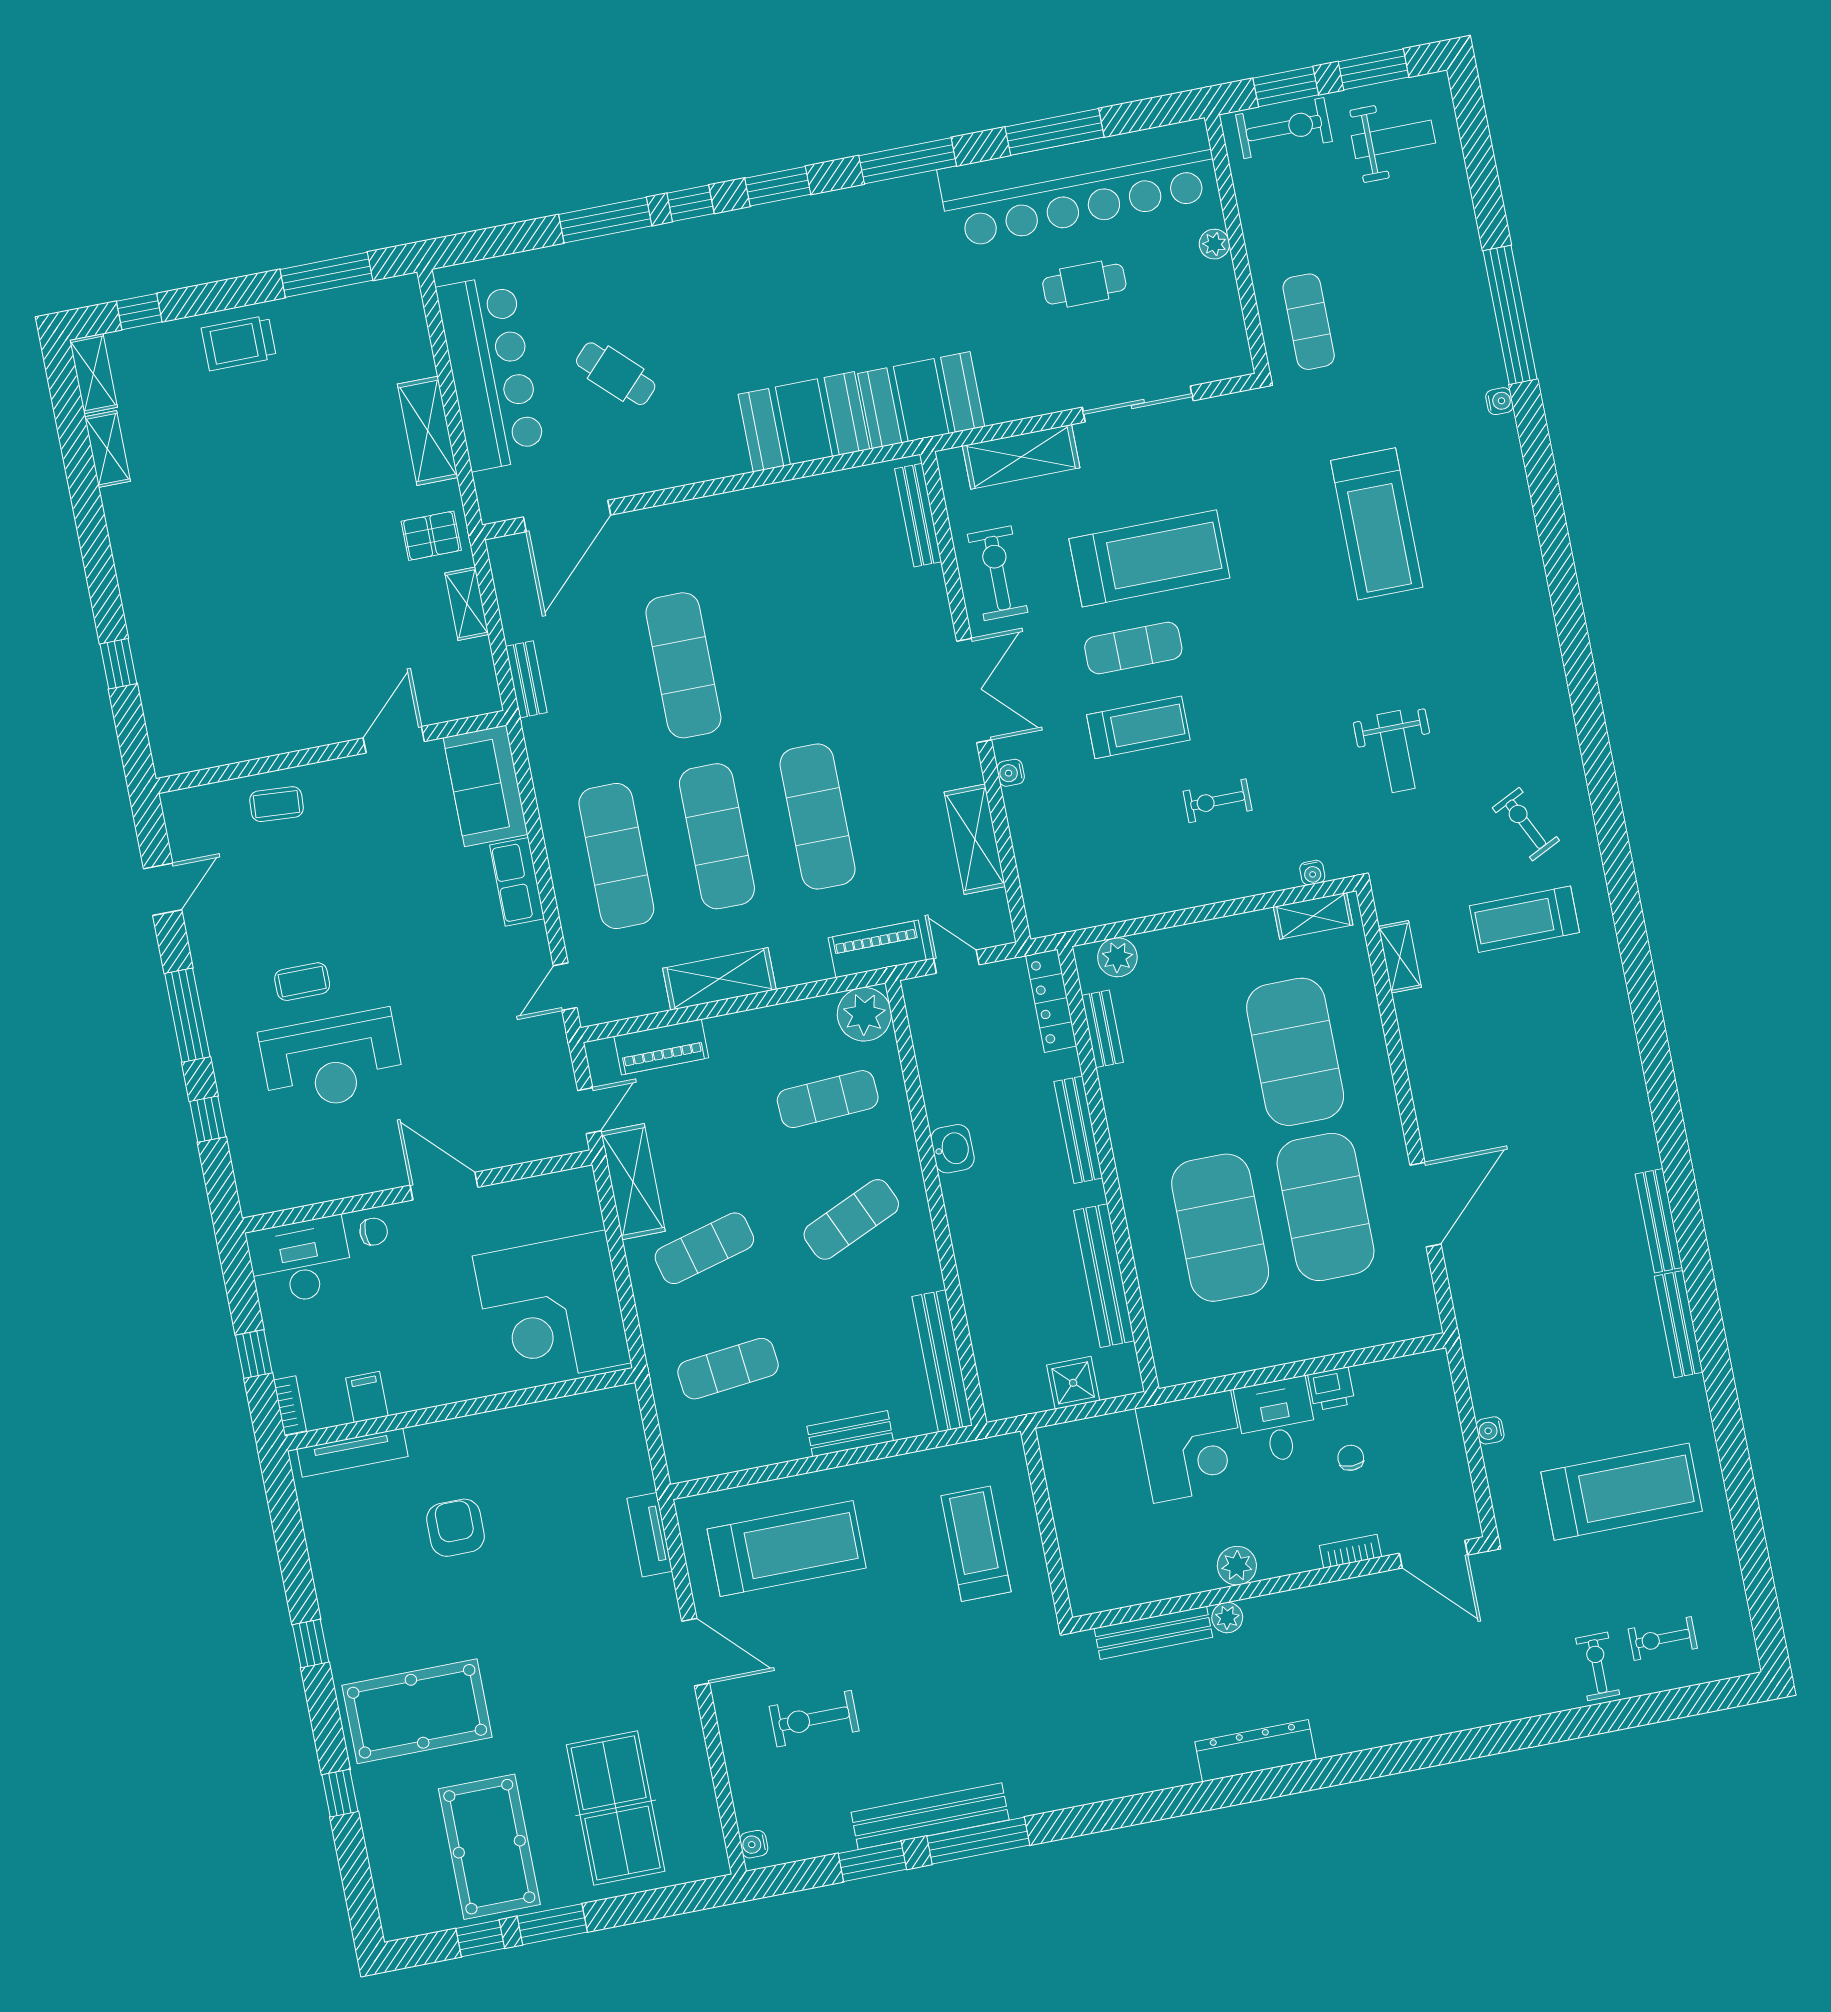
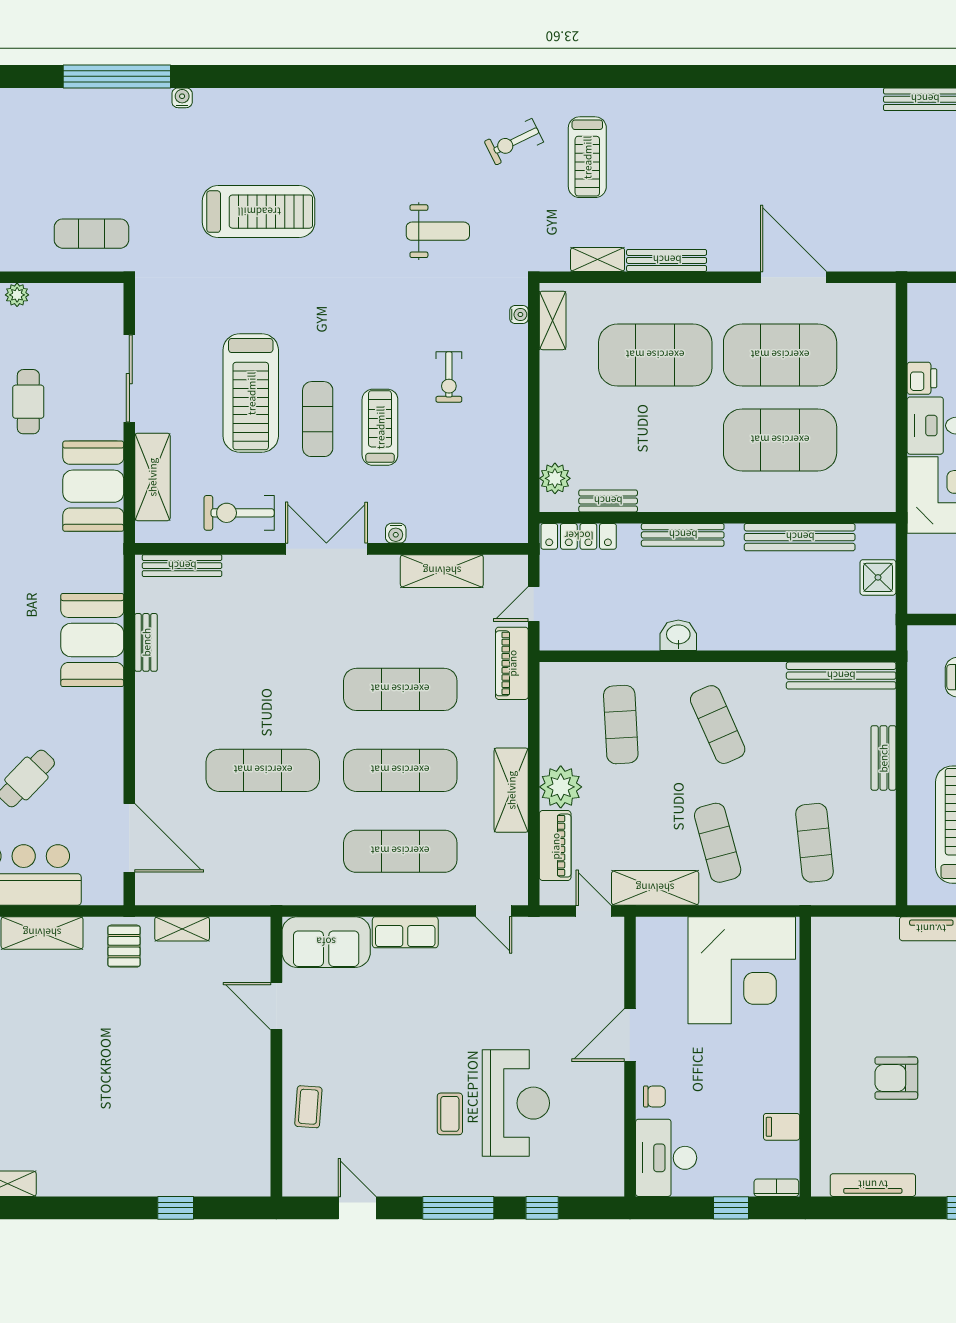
booth: (921, 400) -> (93, 486), moved
treadmill: (1149, 558) -> (251, 393), turned 180
bench: (526, 679) -> (146, 642), moved, turned 90
plant: (864, 1014) -> (561, 787), moved
bench: (1659, 1221) -> (667, 260), moved
chair: (374, 1232) -> (654, 1097), turned 90
tv unit: (352, 1453) -> (873, 1185), moved, turned -90

